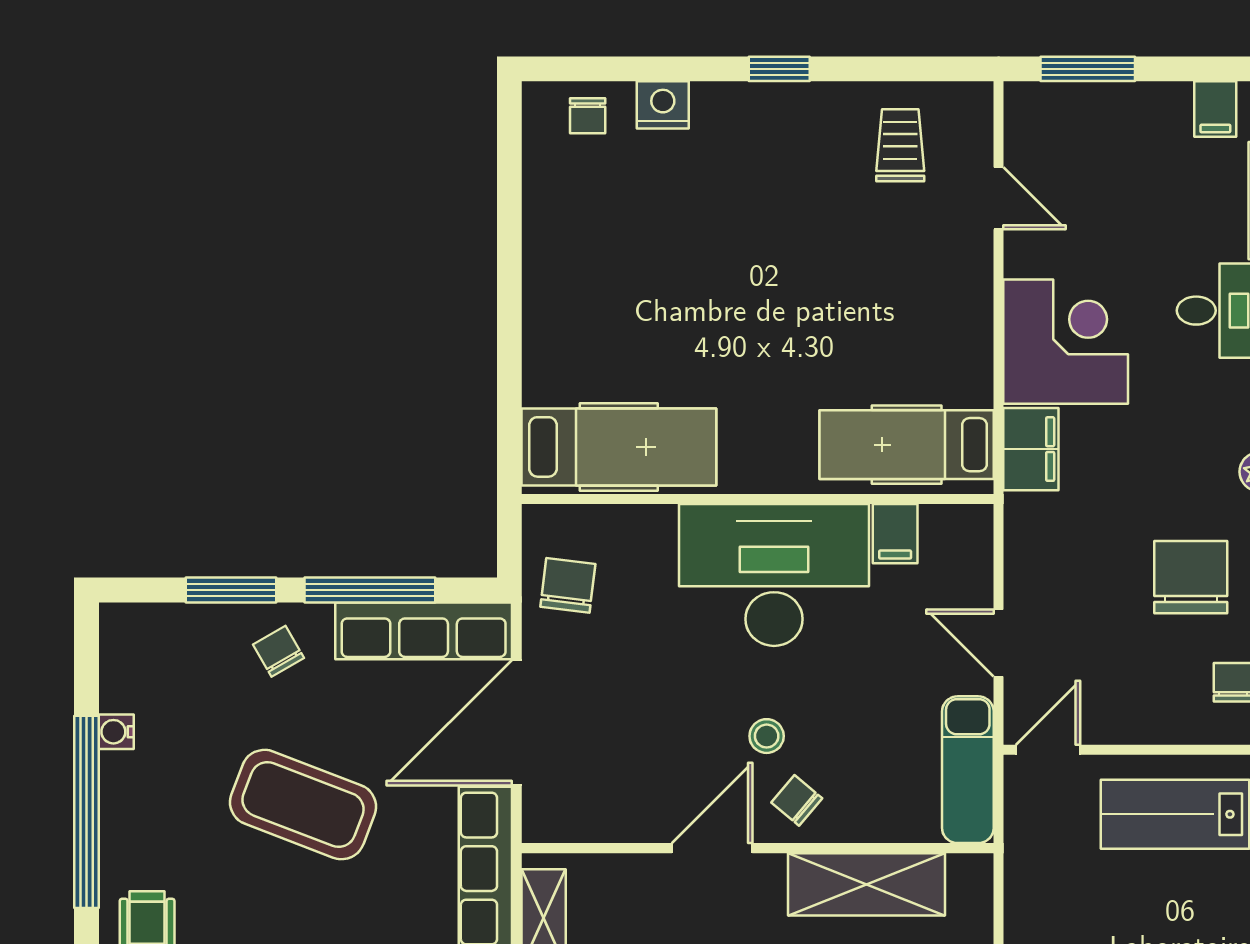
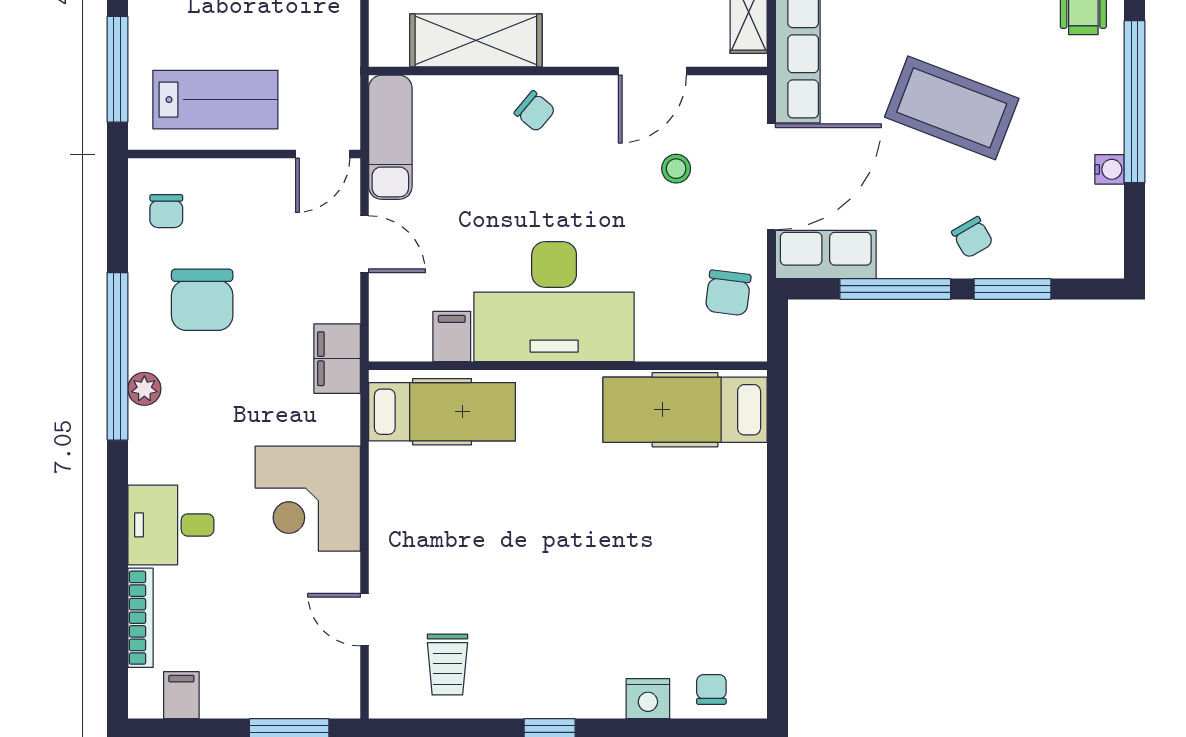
filing cabinet: (1031, 449) -> (337, 359), moved
row of seats: (424, 631) -> (826, 255), width x0.68
stool: (767, 736) -> (676, 169), moved
door: (712, 848) -> (652, 71), moved

